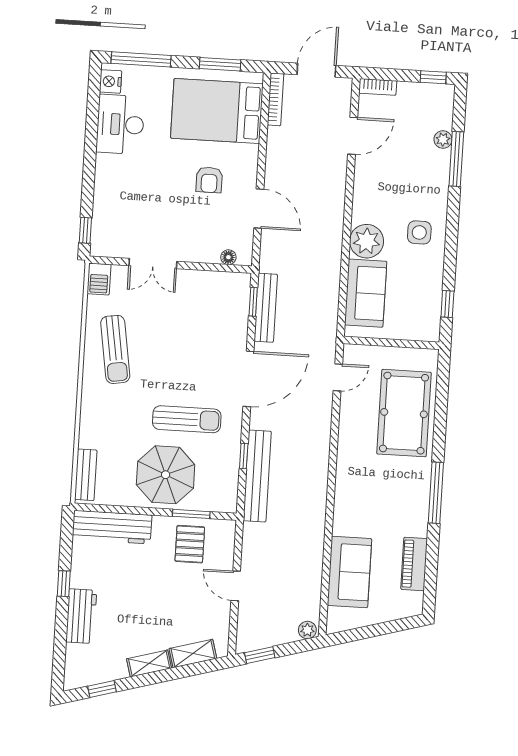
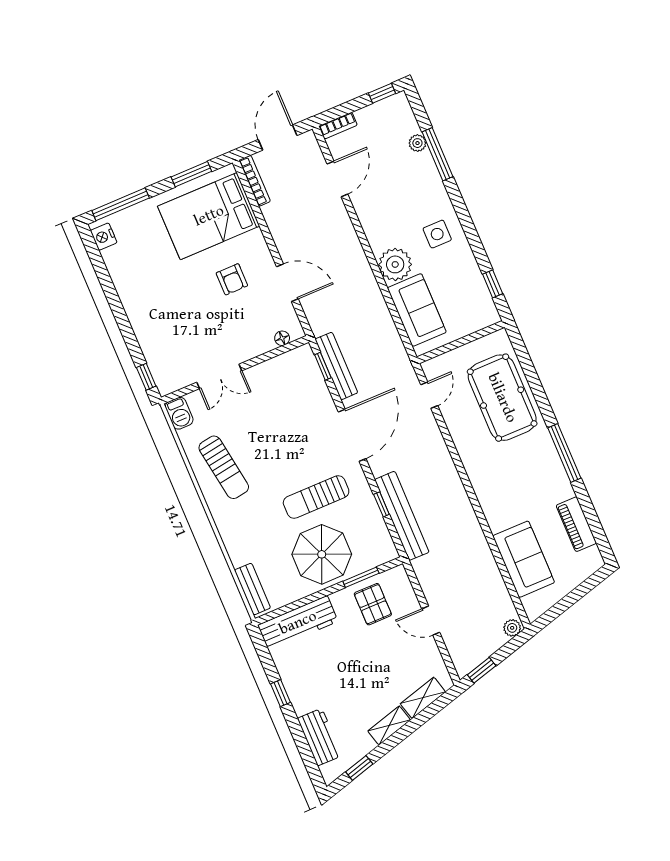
desk: (120, 124) -> (131, 270), removed
sun lounger: (187, 419) -> (316, 497), turned 180
workbench: (81, 616) -> (320, 737), moved

